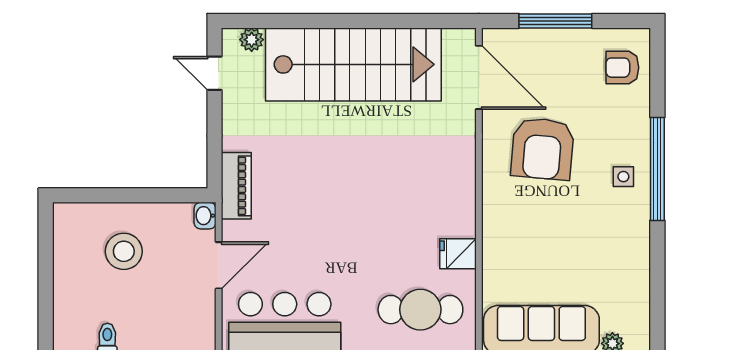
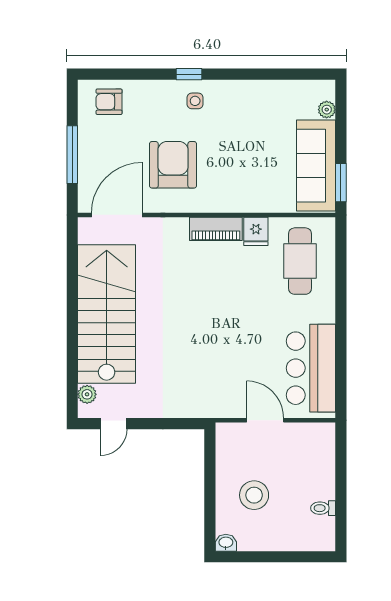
armchair: (622, 68) -> (109, 102), turned 90
armchair: (542, 149) -> (173, 165), turned -95
window: (657, 169) -> (189, 74), width x0.32
piano: (236, 186) -> (216, 229), moved, turned 180
washbasin: (205, 216) -> (226, 543), moved, turned 180

